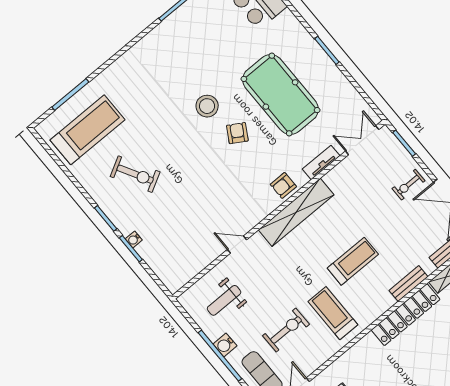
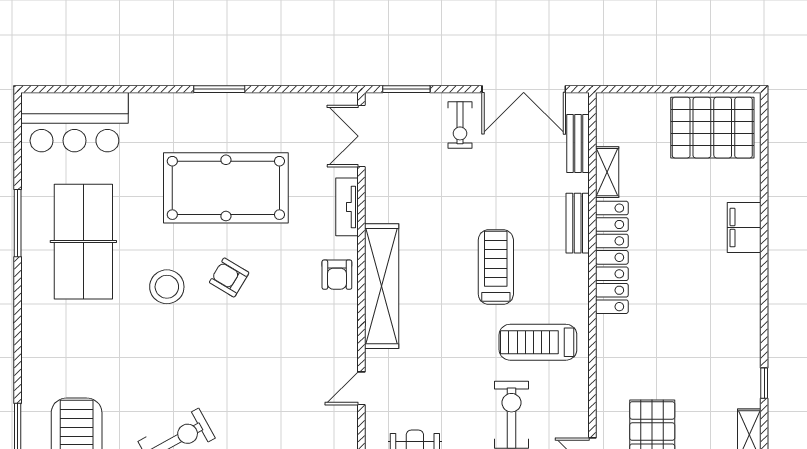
table tennis table: (195, 46) -> (83, 242), added

